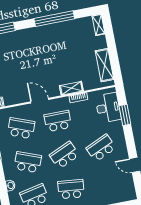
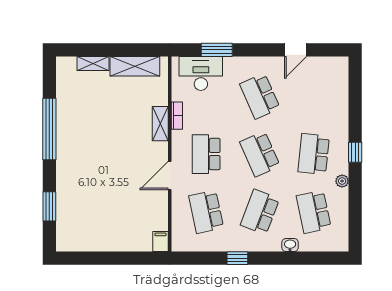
shelving: (98, 25) -> (93, 64), moved
school desk: (21, 128) -> (206, 212), turned -33

